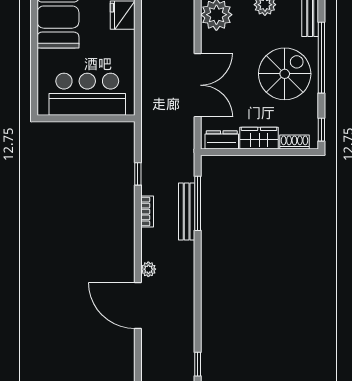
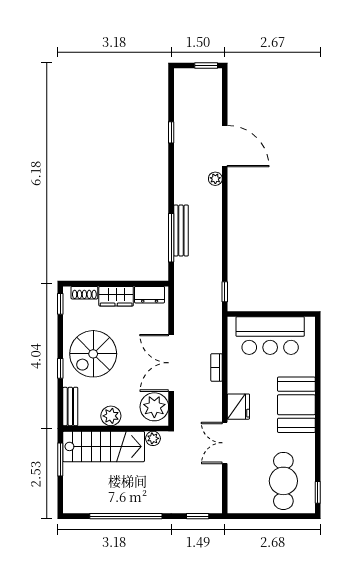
window: (321, 58) -> (60, 368), width x0.32
double door: (198, 85) -> (171, 363), moved
window: (138, 174) -> (225, 292), moved
bookcase: (147, 212) -> (217, 367), moved
window: (198, 364) -> (171, 132), moved

